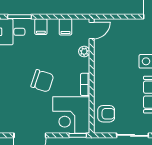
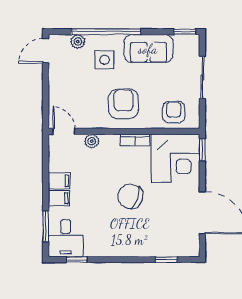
filing cabinet: (65, 27) -> (59, 181), moved
armchair: (113, 76) -> (123, 104), added
chair: (42, 81) -> (130, 196), turned -89

